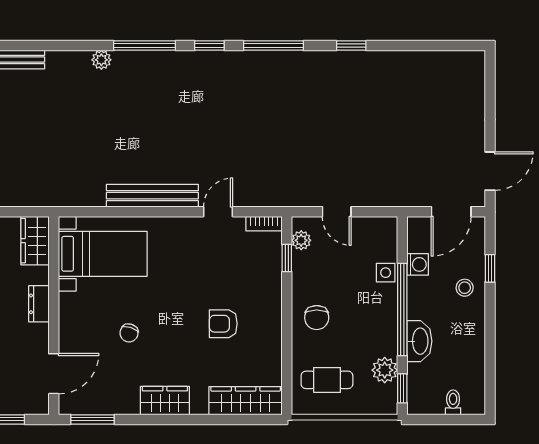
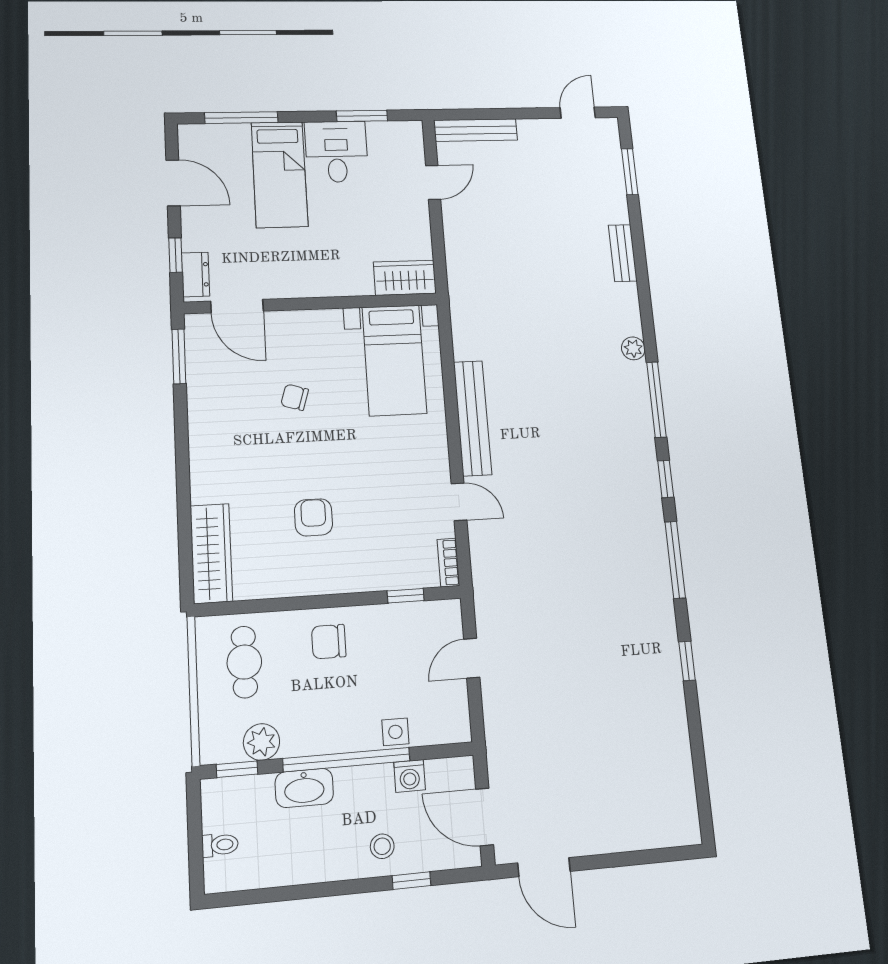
plant: (301, 240) -> (430, 613), removed
dresser: (39, 304) -> (195, 275), moved, turned 90
wardrobe: (165, 401) -> (207, 447), removed

